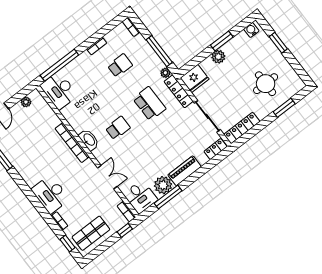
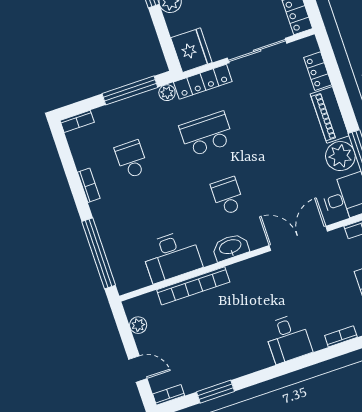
desk: (59, 90) -> (172, 256), moved
bookcase: (72, 143) -> (193, 286), moved
locker: (216, 149) -> (318, 71), moved
double door: (107, 177) -> (298, 238), width x1.37
desk: (50, 194) -> (288, 339), width x0.73

